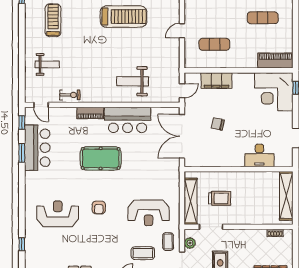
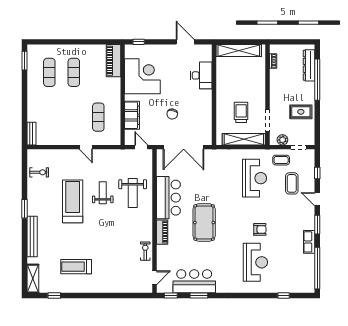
weight bench: (47, 64) -> (103, 193), moved
corner desk: (274, 92) -> (142, 76), moved, turned -90
armchair: (99, 207) -> (260, 229), moved
reception desk: (58, 214) -> (255, 262), turned 180

